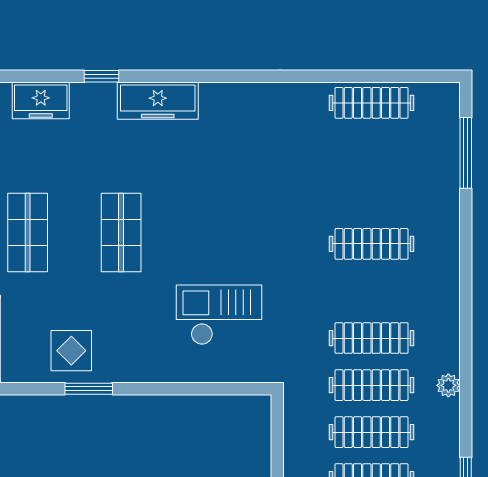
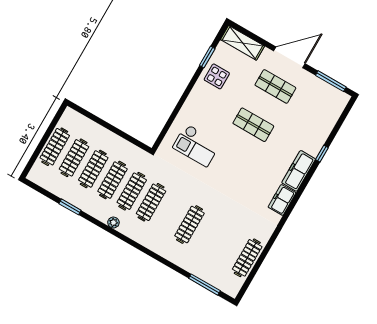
freezer: (41, 100) -> (282, 200), moved
checkout: (219, 315) -> (196, 145), turned 90
window: (89, 389) -> (207, 57), moved

